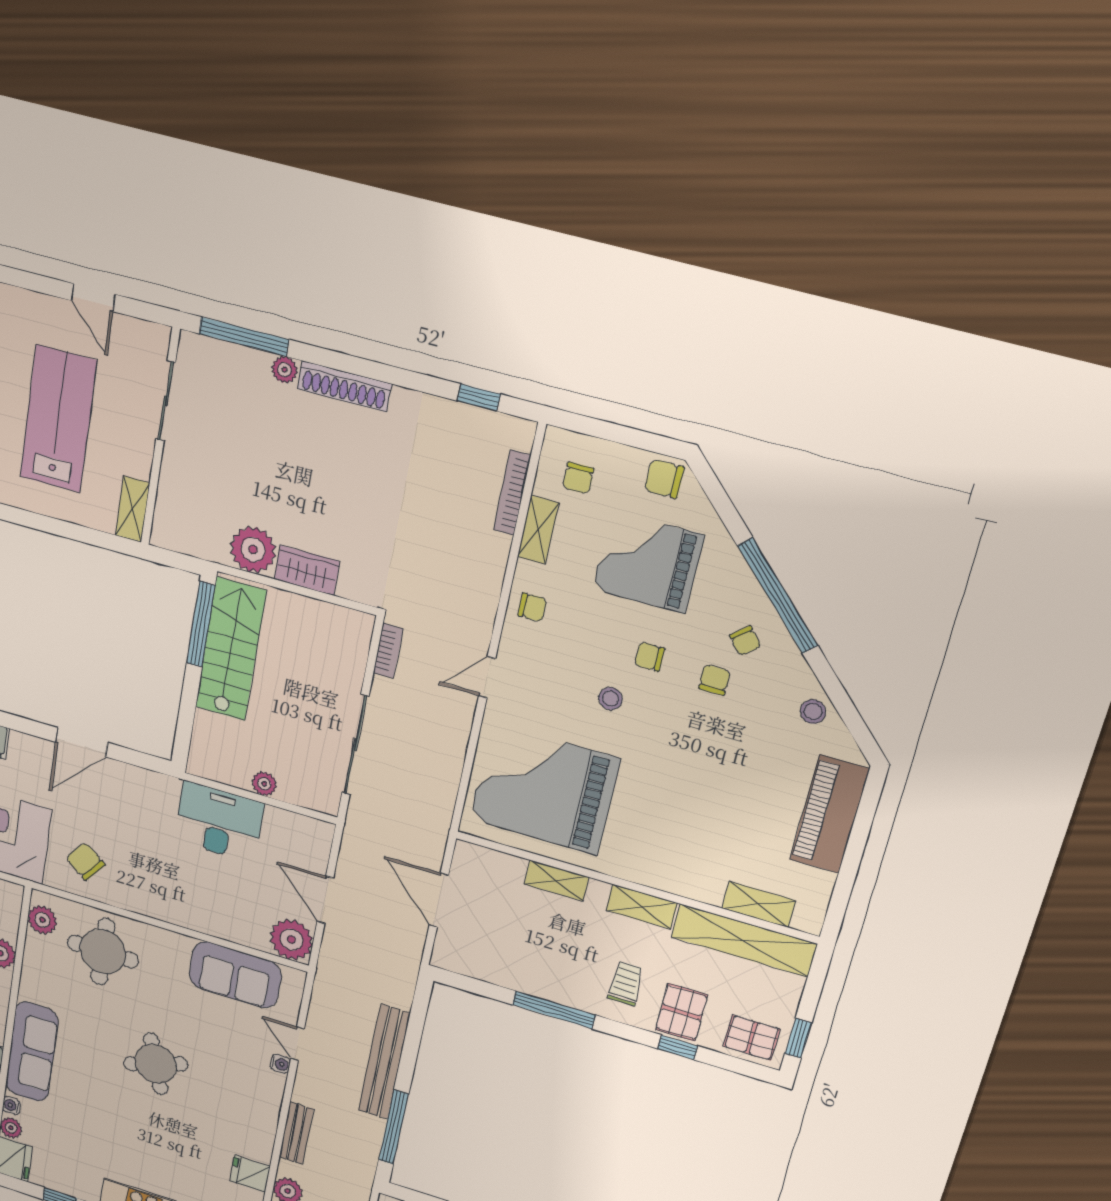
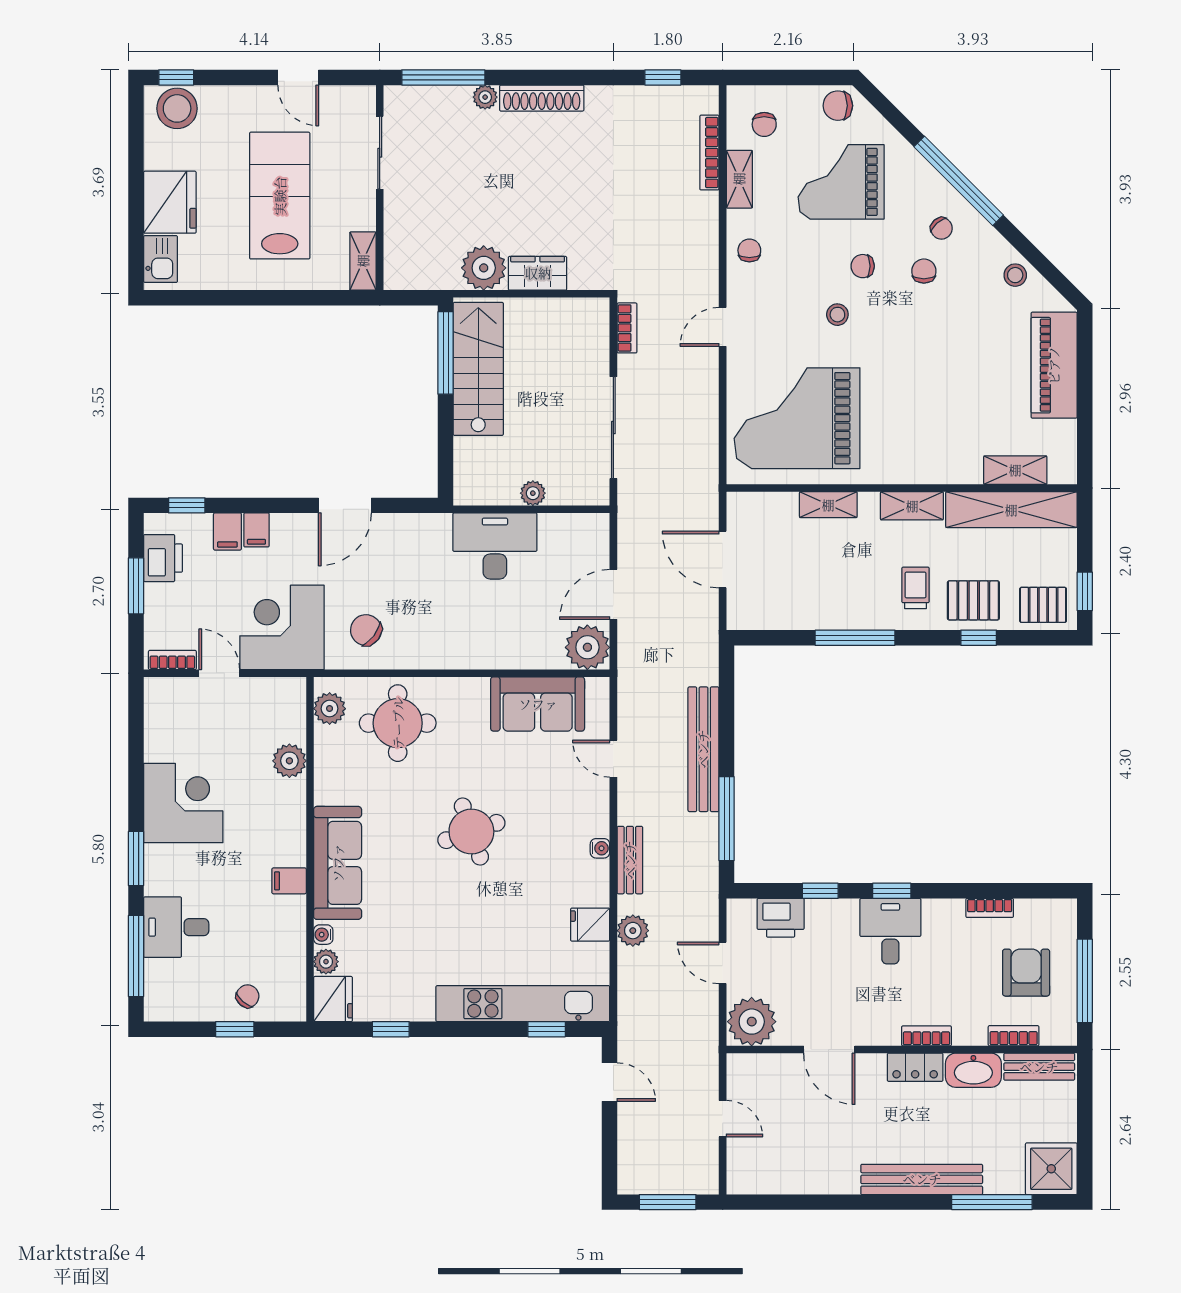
chair: (532, 607) -> (749, 250), turned -90
door: (325, 900) -> (613, 594), hinge flipped
pallet: (681, 1012) -> (973, 600), turned 90
water cooler: (280, 1064) -> (600, 848), moved

